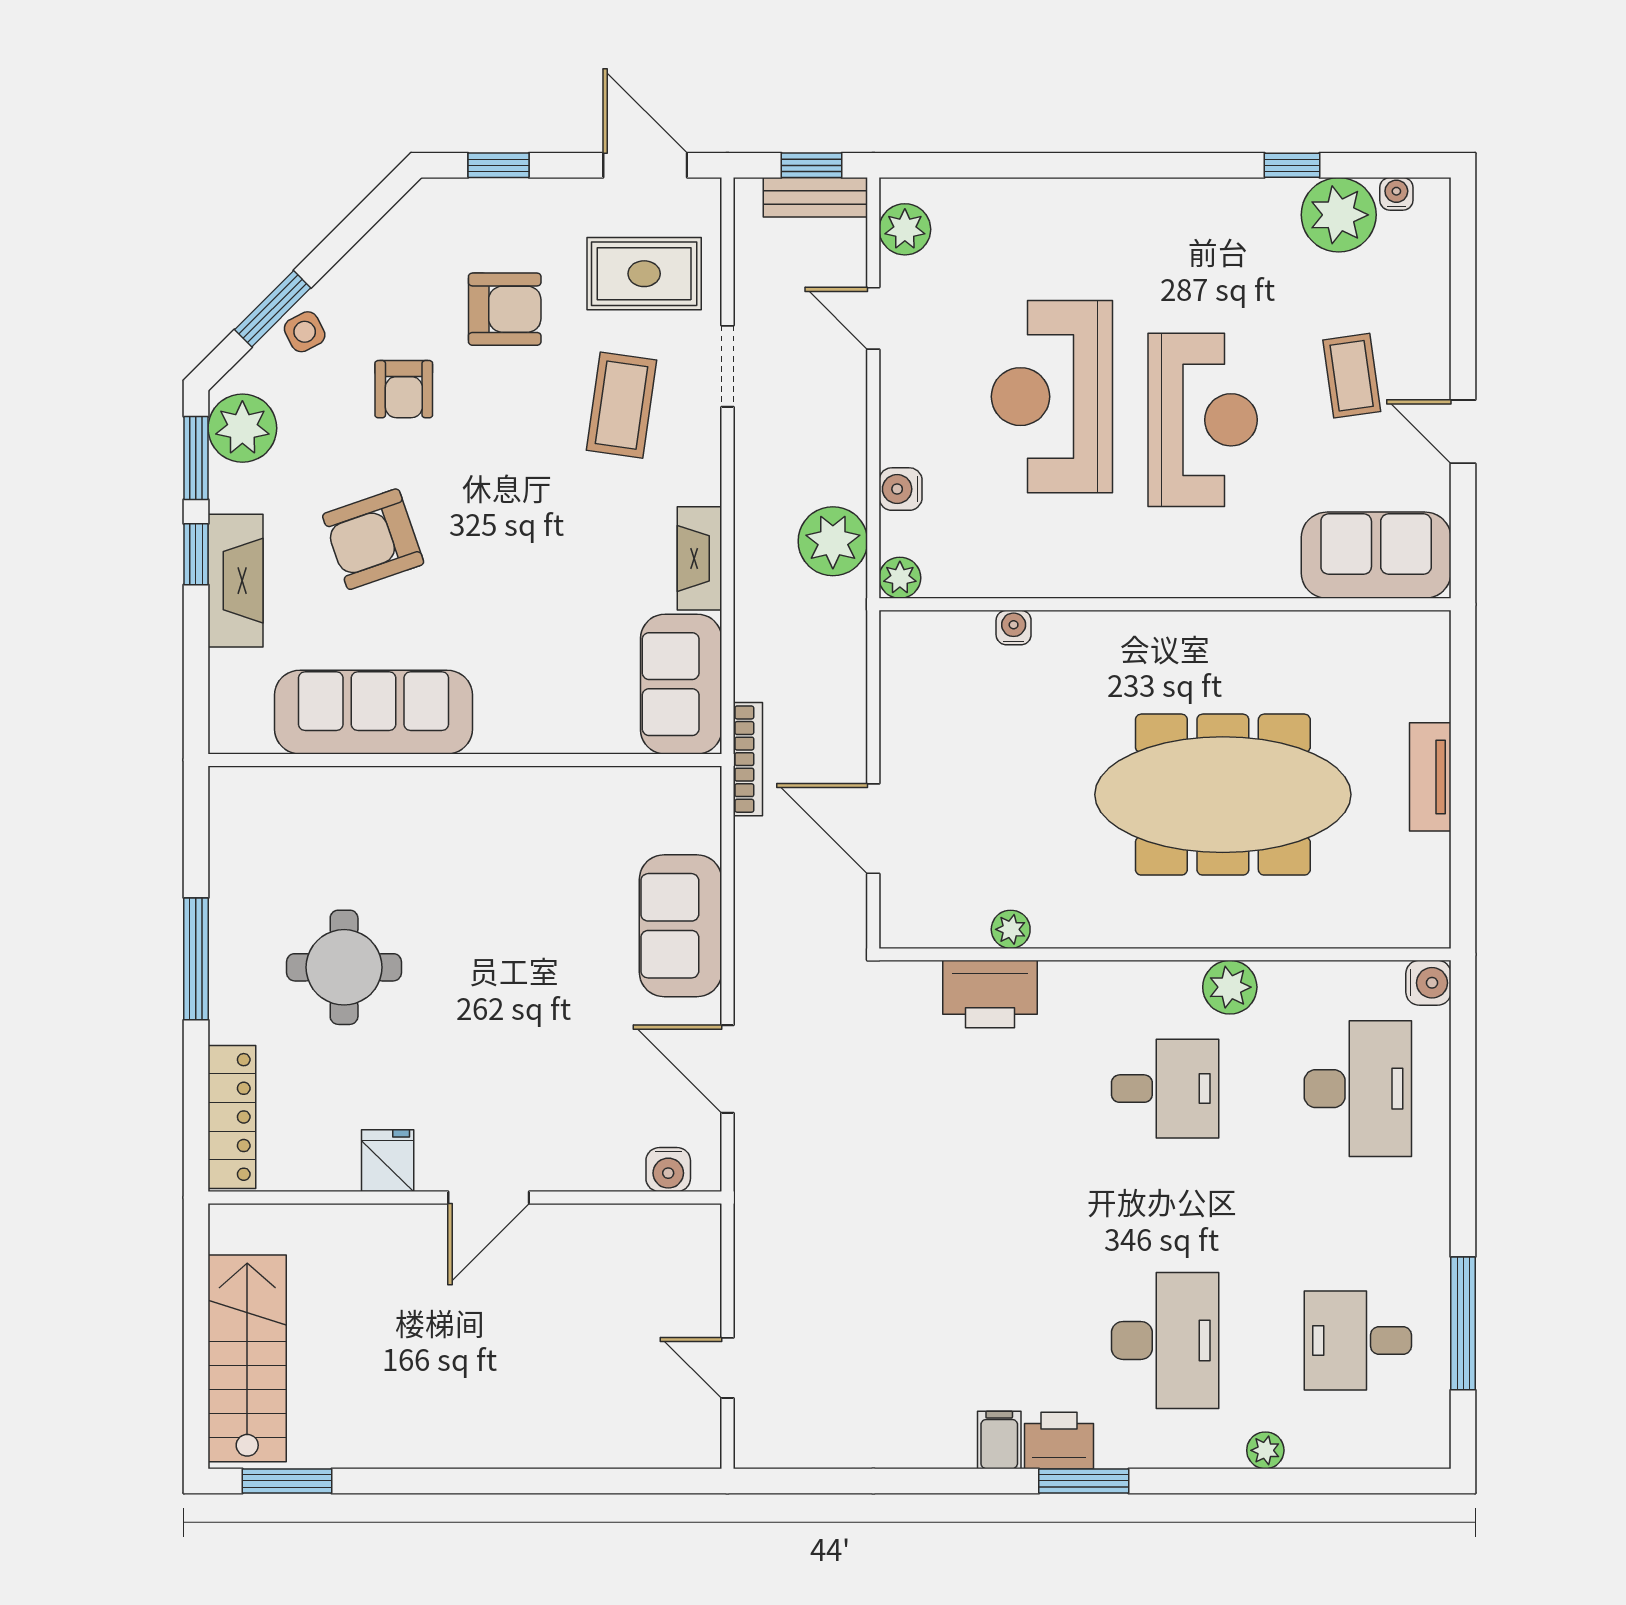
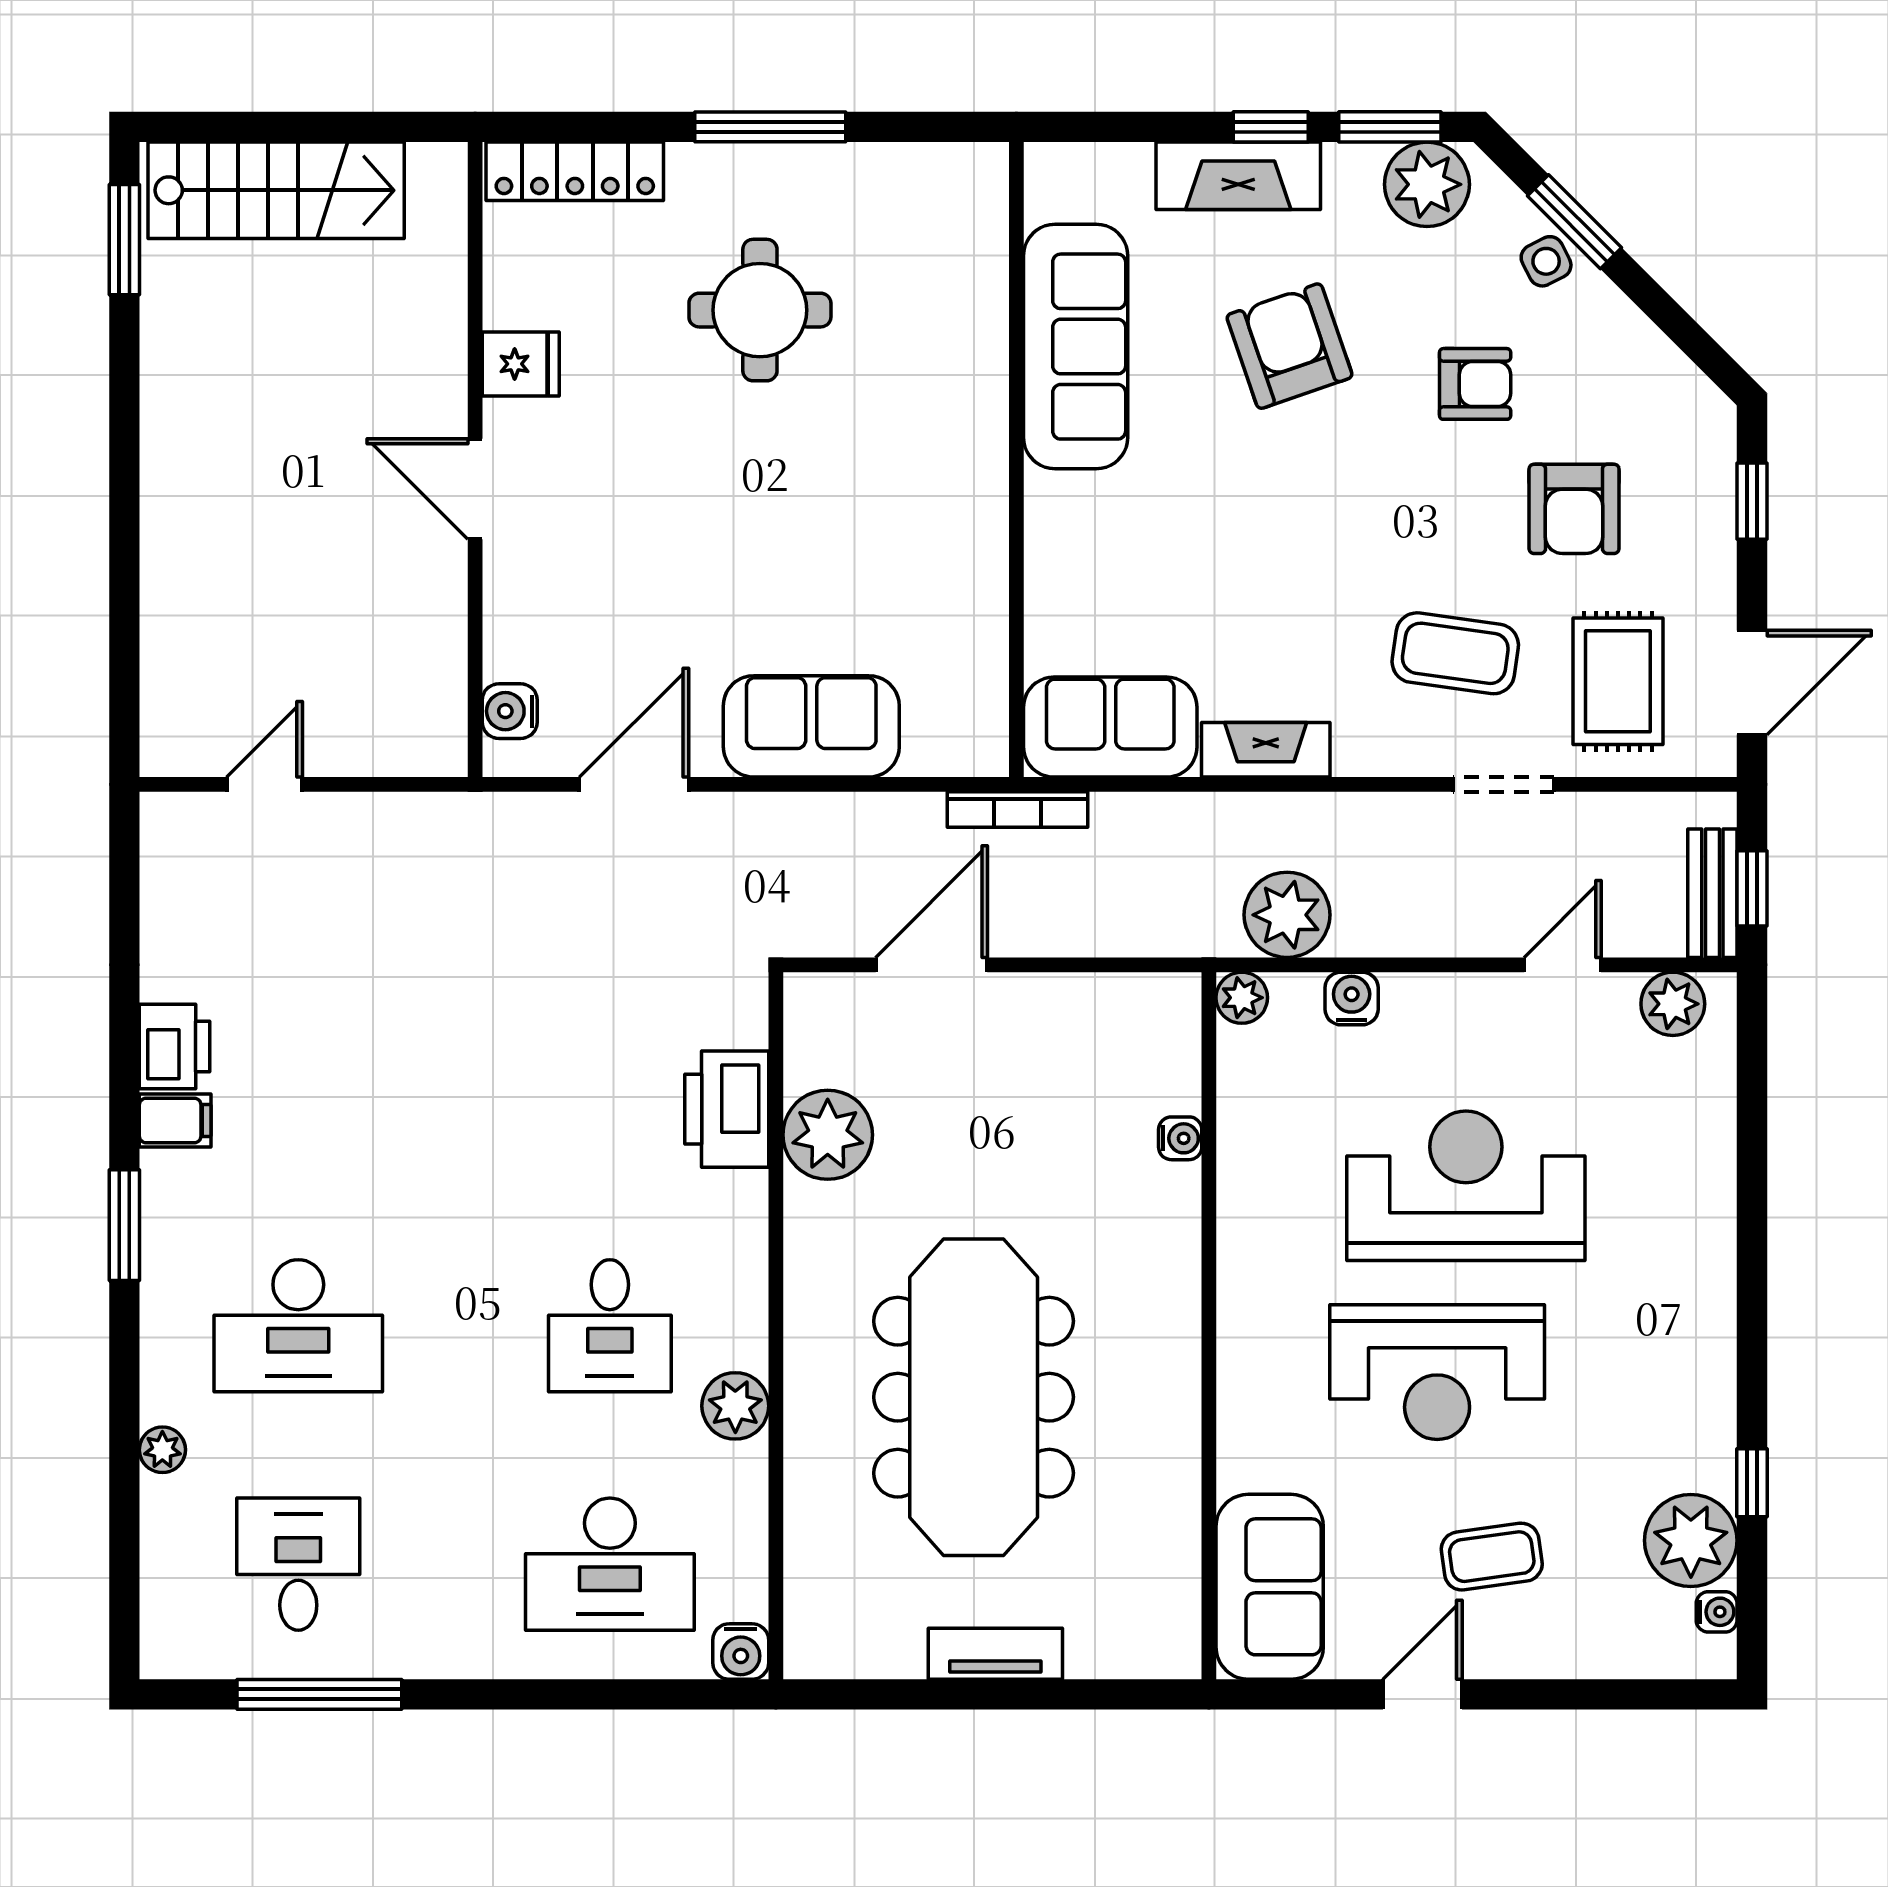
armchair: (404, 389) -> (1475, 384), turned 180
plant: (1011, 929) -> (828, 1135), width x1.88, depth x1.88
printer: (1059, 1440) -> (175, 1046), moved

